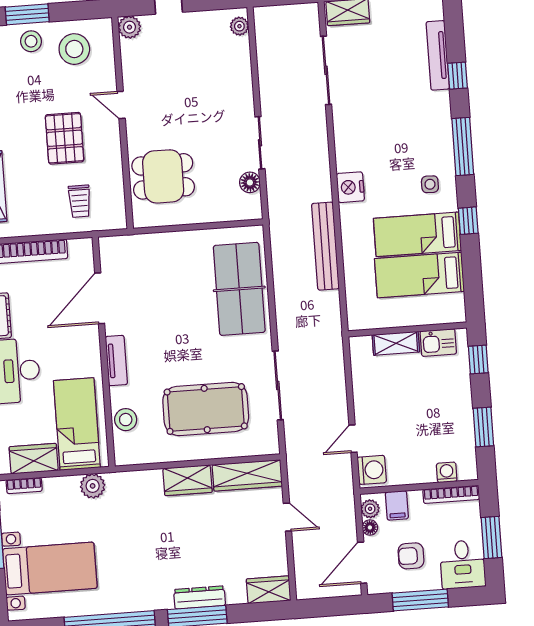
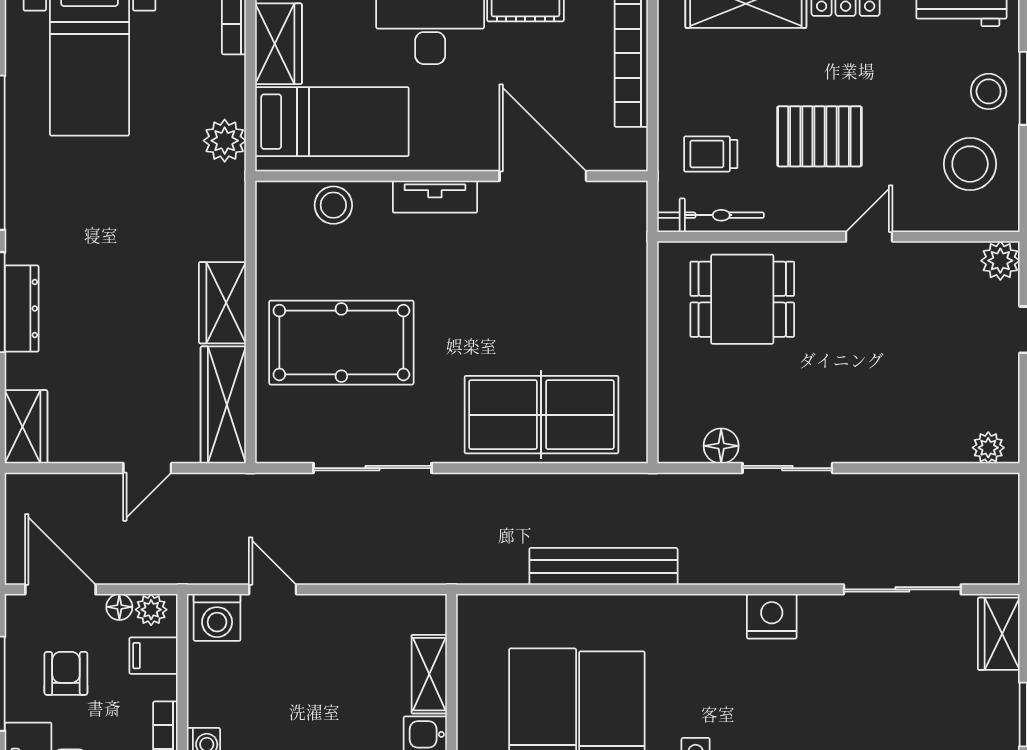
dining table: (163, 176) -> (742, 299), turned 90
nightstand: (350, 187) -> (772, 616), moved
bicycle: (115, 199) -> (711, 215), added
pool table: (206, 409) -> (341, 343), turned 90

